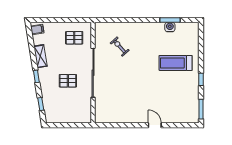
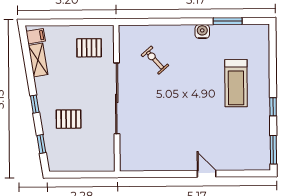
water cooler: (170, 27) -> (202, 32), moved
shelving: (40, 56) -> (38, 60), moved
treadmill: (176, 63) -> (236, 83), turned -90
pallet: (68, 81) -> (69, 119), moved

